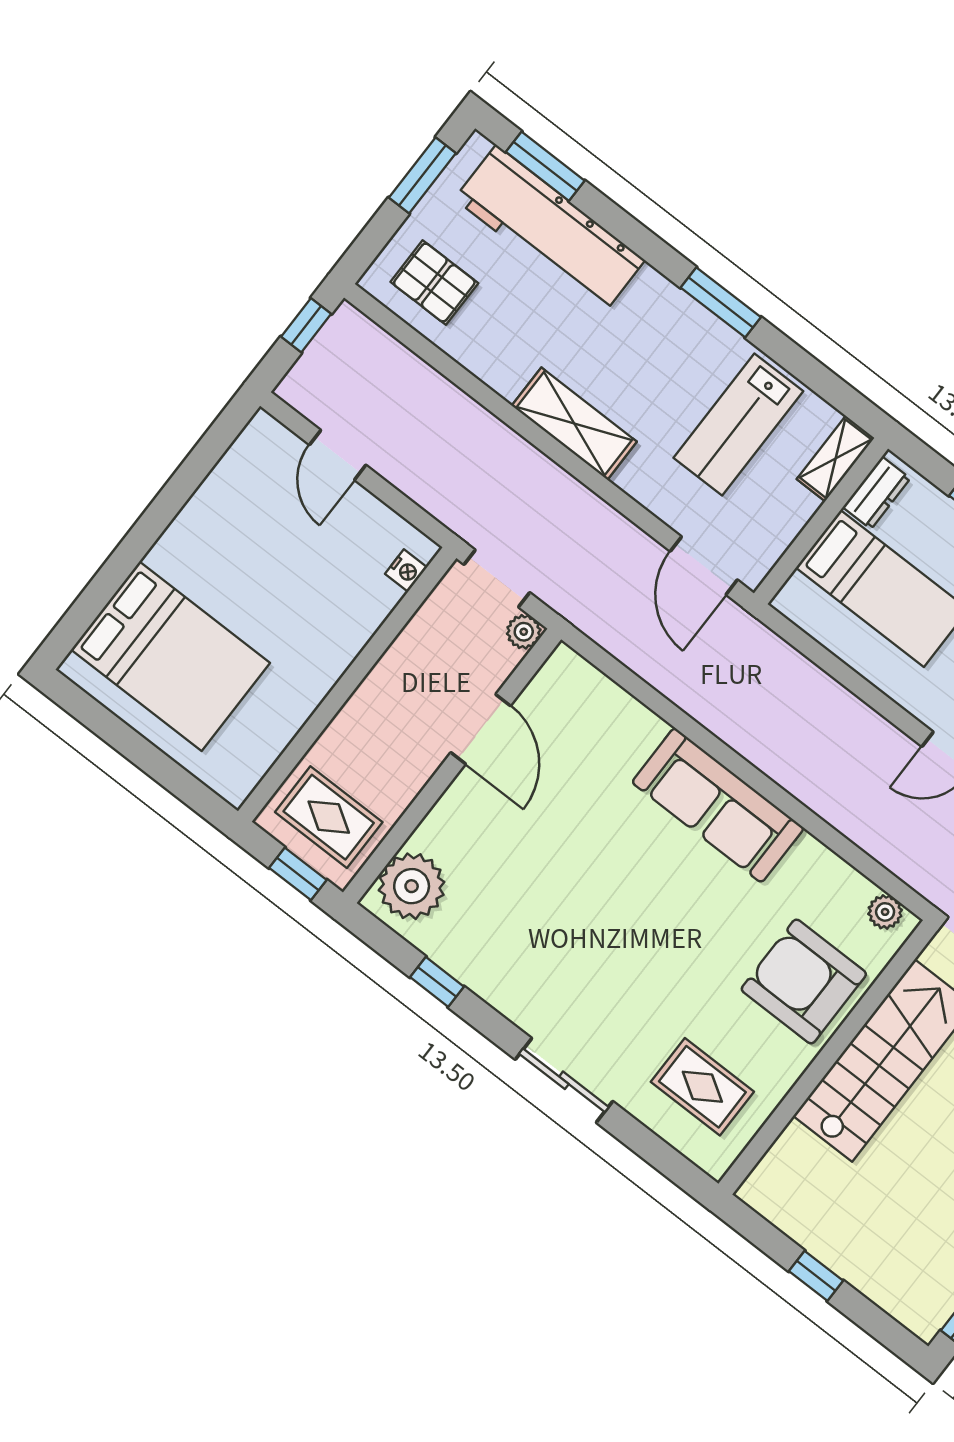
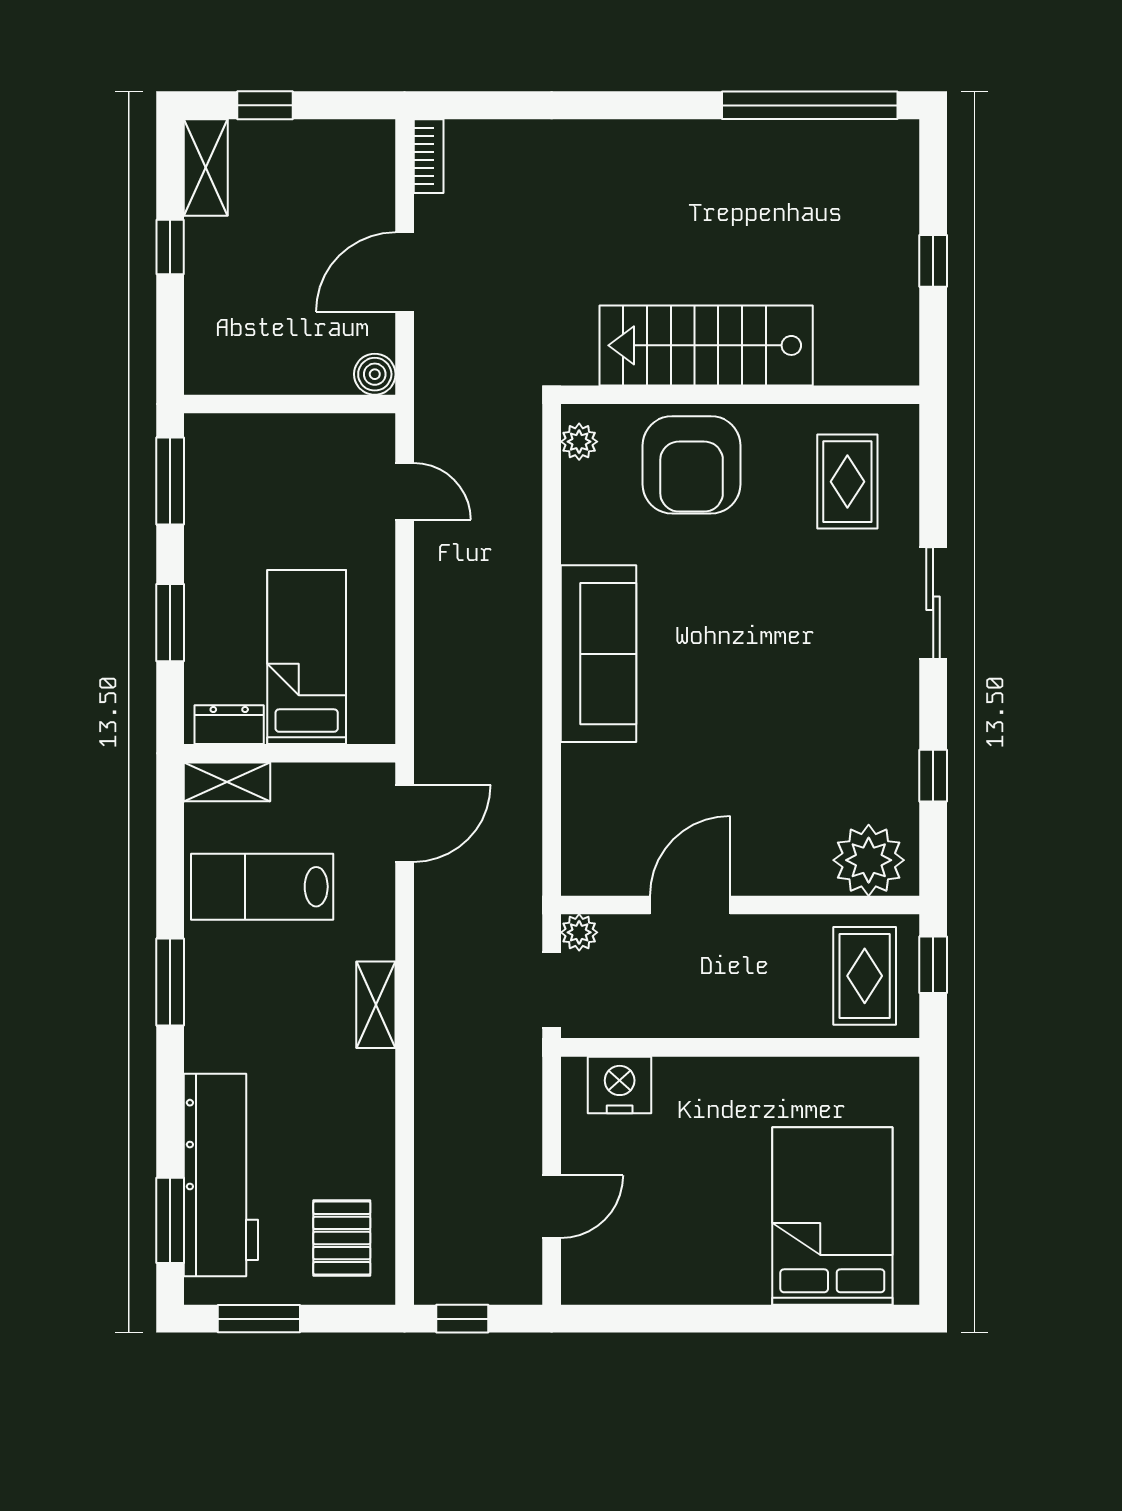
shelving: (574, 424) -> (376, 1005), width x0.67, depth x0.75
lab bench: (738, 425) -> (262, 887), turned 180
nightstand: (406, 571) -> (620, 1085), width x1.89, depth x1.79

